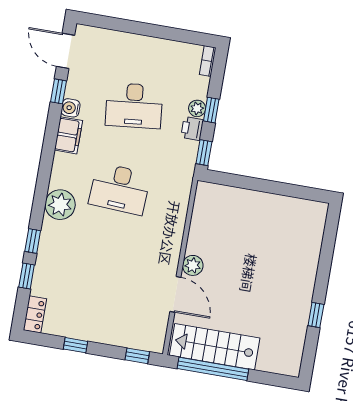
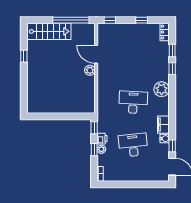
stairs: (215, 347) -> (49, 31), moved

